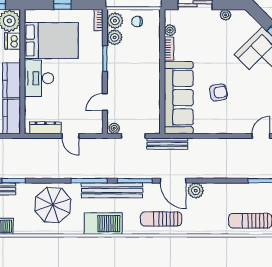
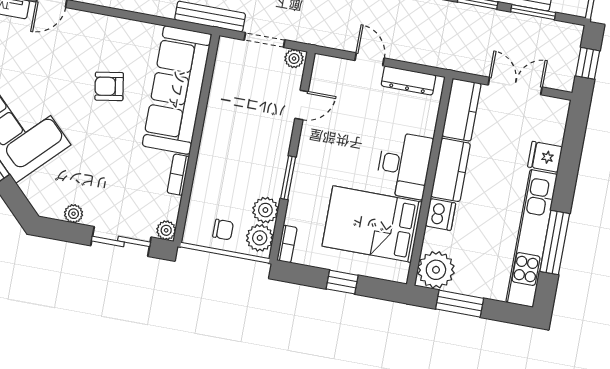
plant: (170, 30) -> (166, 230), moved
dishwasher: (13, 41) -> (441, 214), moved

